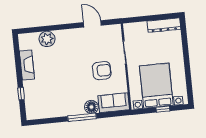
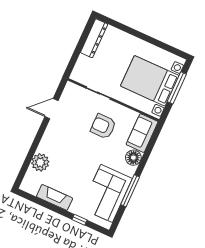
armchair: (102, 71) -> (103, 126), turned -89
corner sofa: (53, 102) -> (107, 193), added
window: (163, 109) -> (177, 88), width x2.17
window: (82, 117) -> (130, 191), moved

